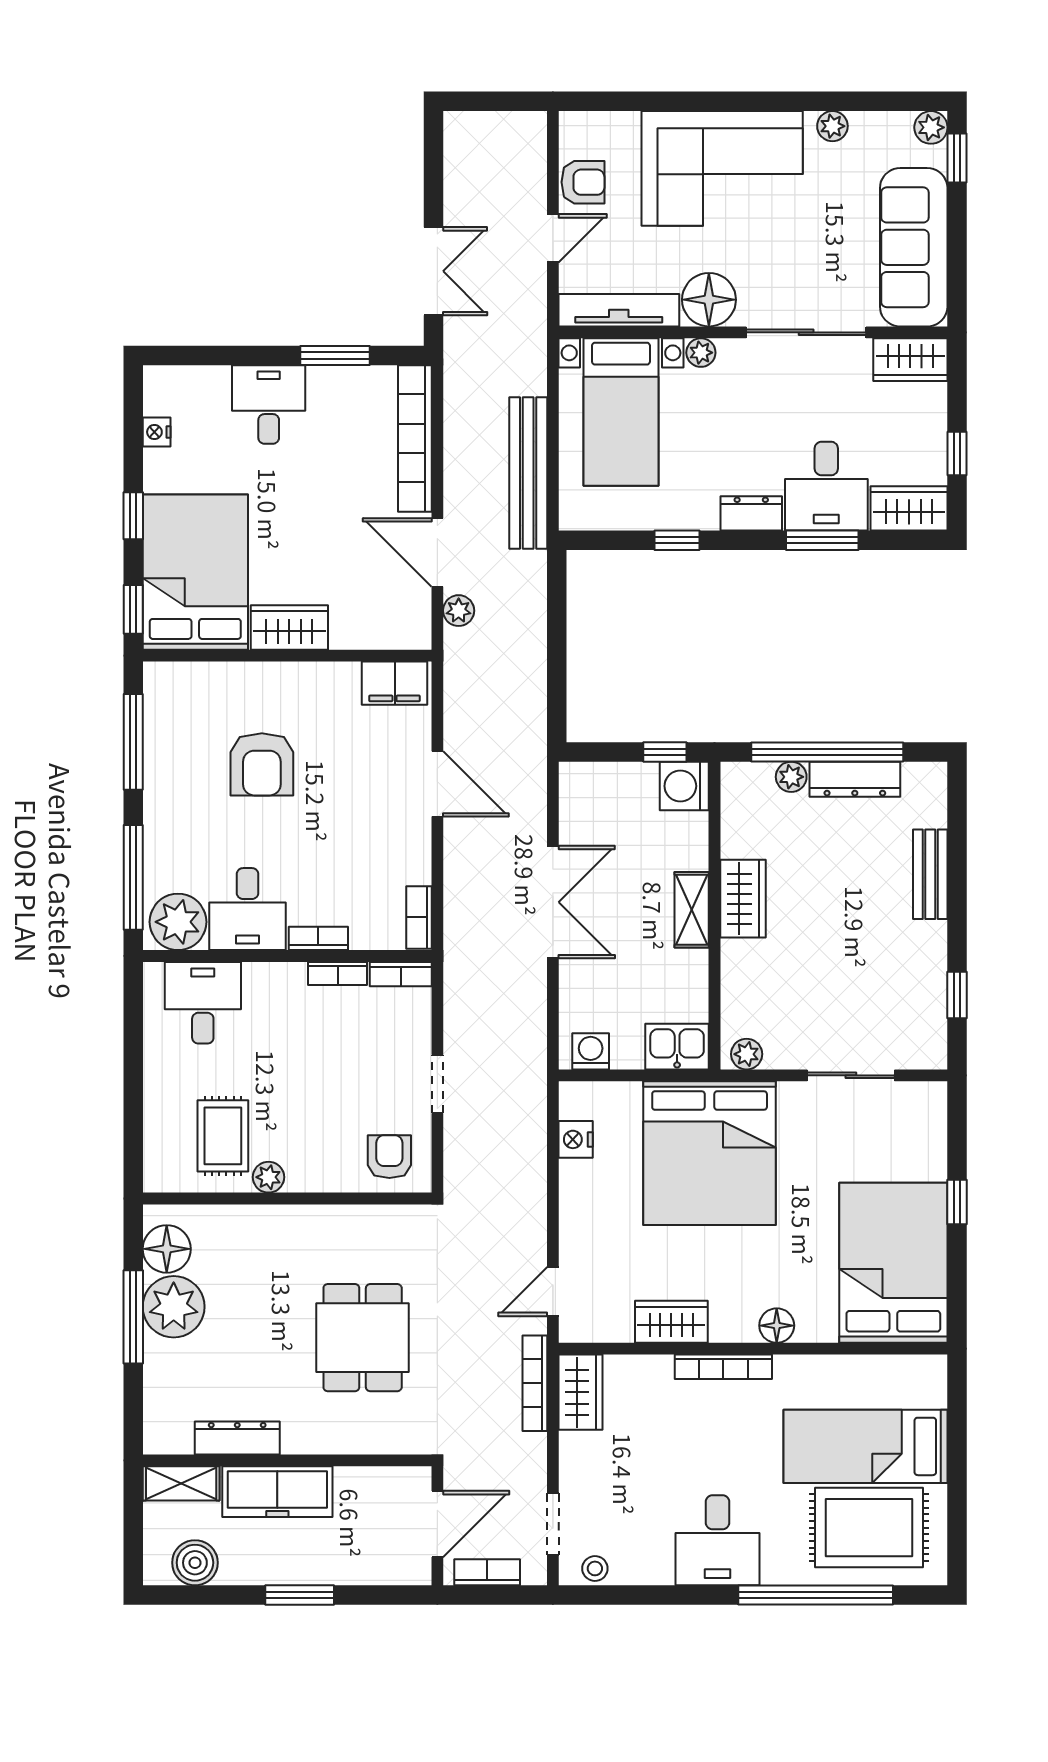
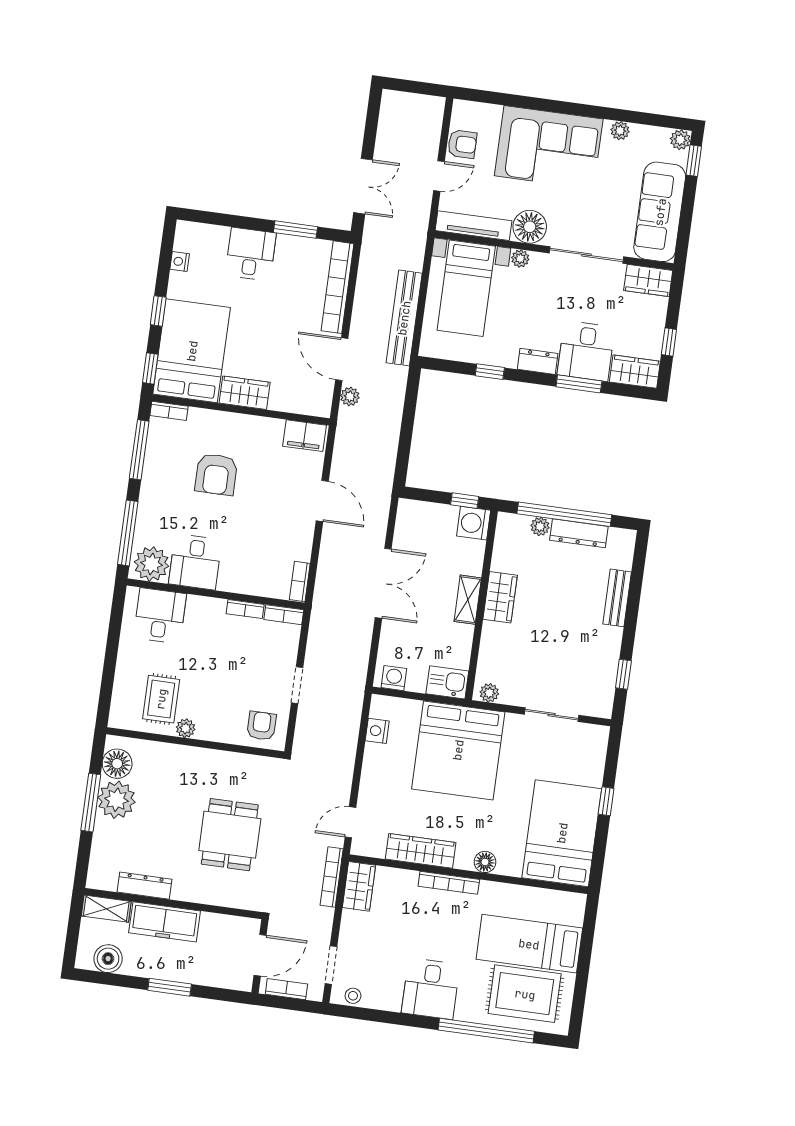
bookcase: (318, 938) -> (169, 411), moved, turned 180
wardrobe: (671, 1322) -> (421, 851), width x1.50

